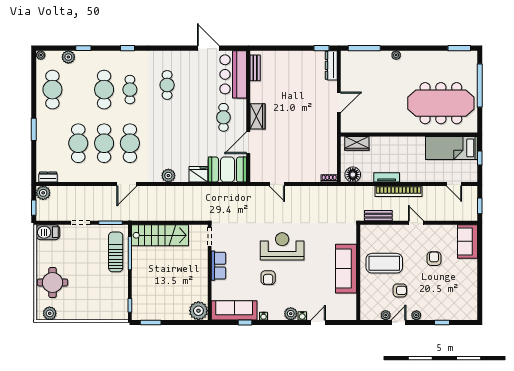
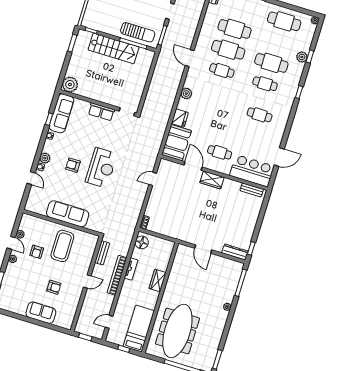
plant: (68, 57) -> (302, 57), moved
cafe table: (130, 143) -> (222, 71), width x0.73, depth x0.74
wardrobe: (357, 143) -> (158, 281), moved
stairs: (160, 235) -> (114, 48), moved, turned -90
sofa: (467, 241) -> (41, 313), moved
armchair: (268, 278) -> (73, 165), moved

